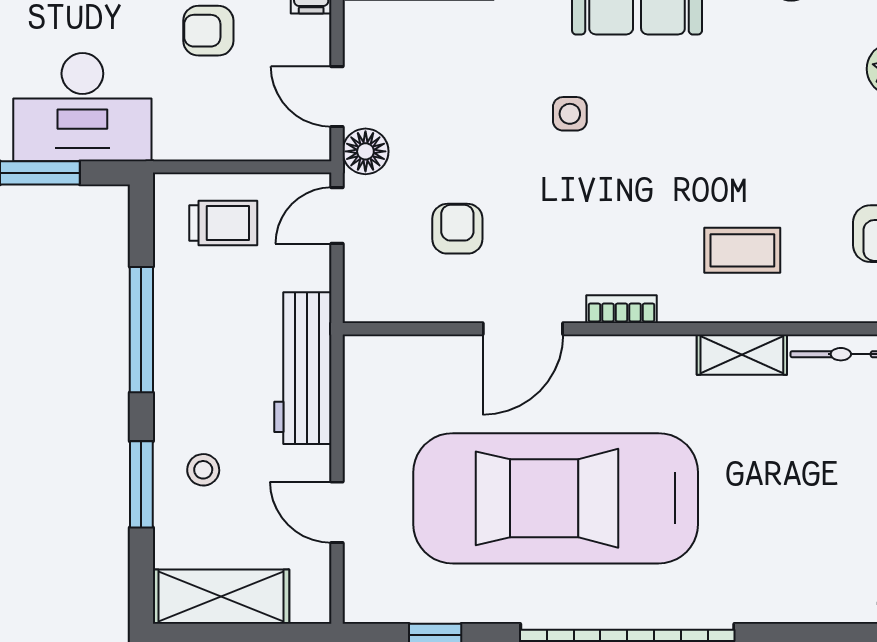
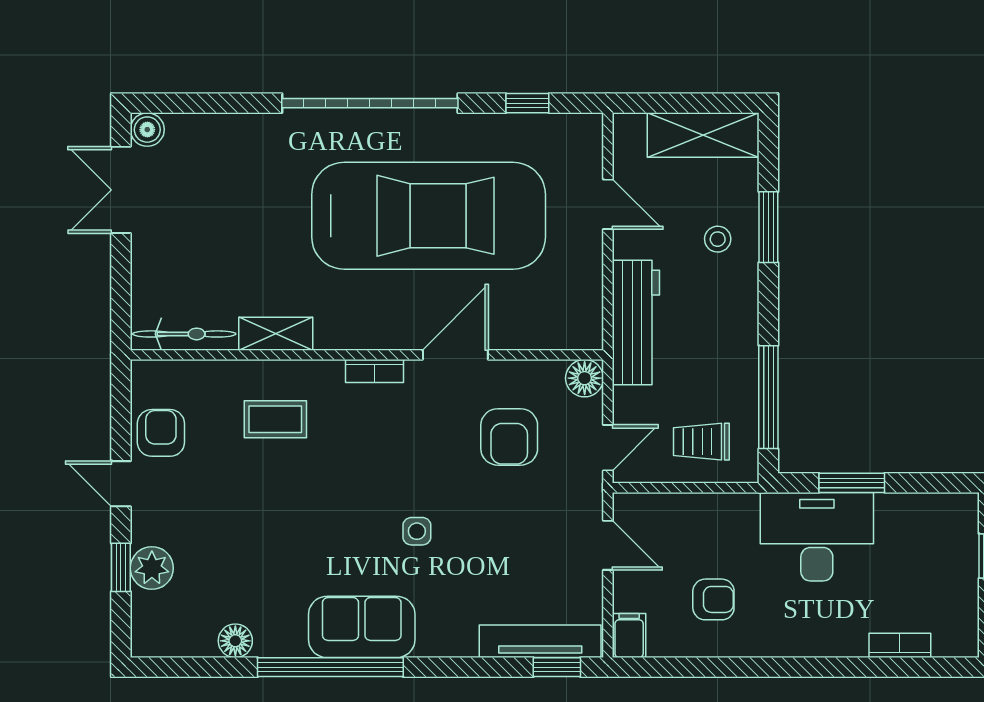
floor lamp: (365, 151) -> (585, 378), moved
armchair: (457, 229) -> (509, 437), width x1.38, depth x1.38
window: (141, 330) -> (768, 397), moved

